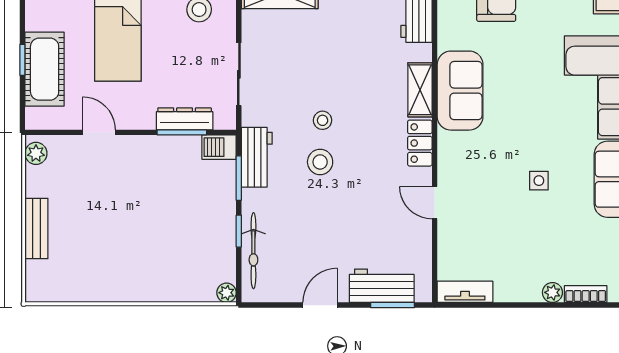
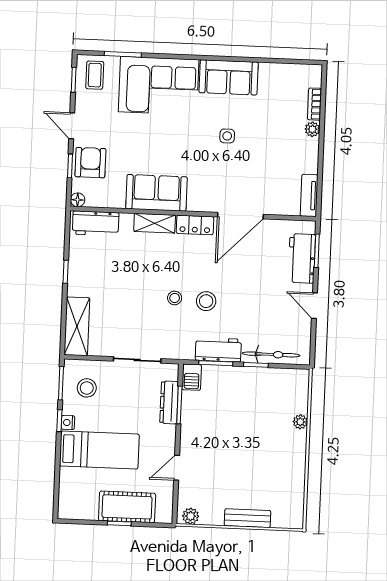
workbench: (257, 157) -> (218, 350), moved
door: (435, 203) -> (240, 216), width x1.88
plant: (227, 293) -> (300, 422), moved

